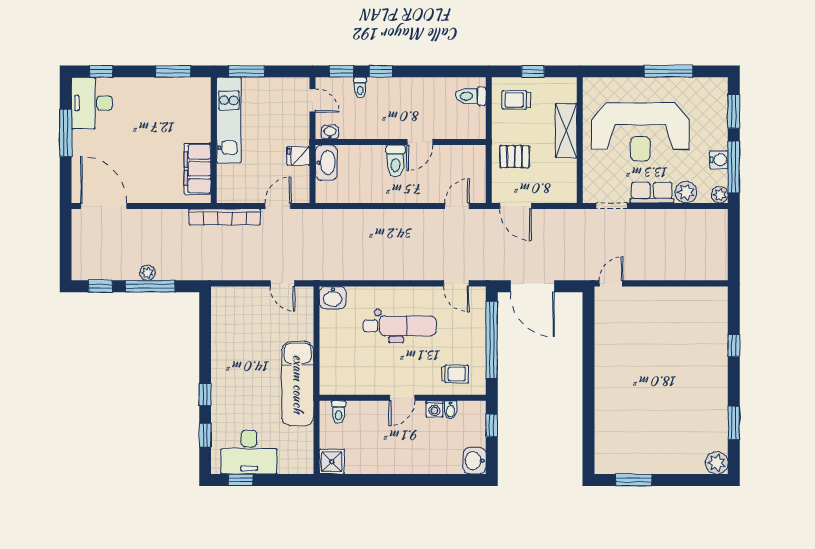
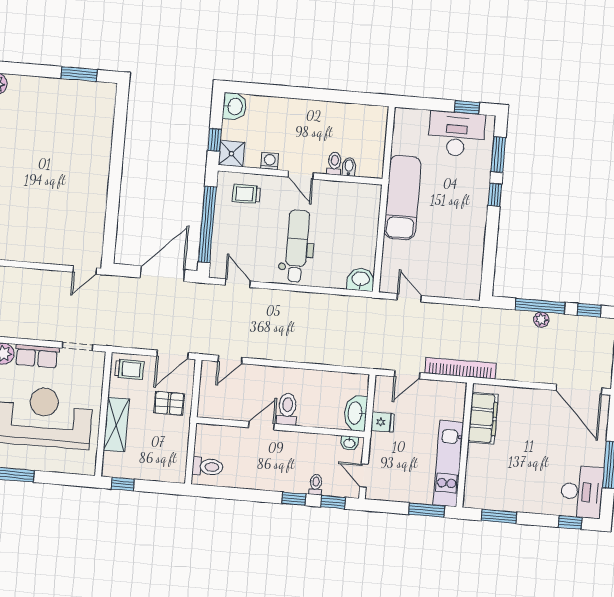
window: (533, 71) -> (123, 484), moved
trolley: (516, 100) -> (129, 369), moved
door: (516, 206) -> (172, 354), swing flipped
door: (532, 286) -> (163, 274), hinge flipped
dental chair: (400, 326) -> (297, 246), turned 90
door: (402, 398) -> (301, 175), swing flipped
bidet: (451, 410) -> (349, 167), moved
toilet: (339, 412) -> (334, 163), moved
window: (205, 435) -> (498, 154), width x1.50
shower: (332, 462) -> (232, 154), moved

